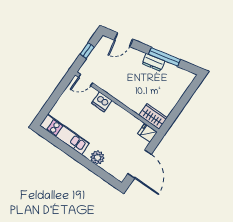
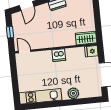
door: (86, 80) -> (25, 51), swing flipped
dishwasher: (102, 102) -> (59, 55), moved

